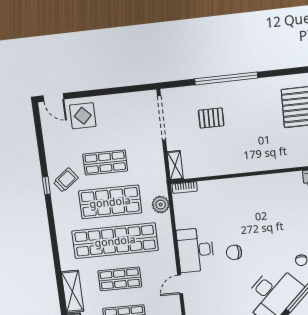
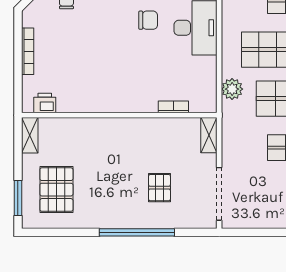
pallet: (211, 118) -> (159, 188), turned 90
bookcase: (185, 188) -> (173, 107), moved

